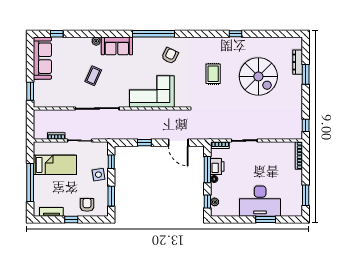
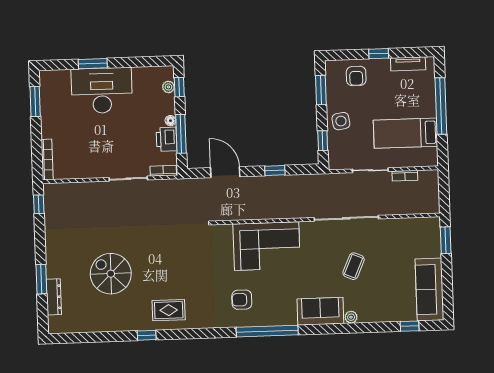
armchair: (170, 56) -> (242, 300), turned 64
rug: (213, 74) -> (169, 310), moved, turned 90
spiral stairs: (258, 76) -> (111, 274), width x0.73, depth x0.73

